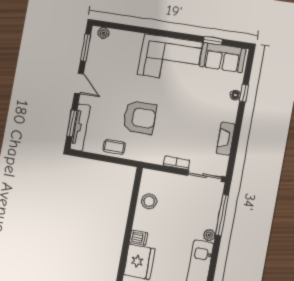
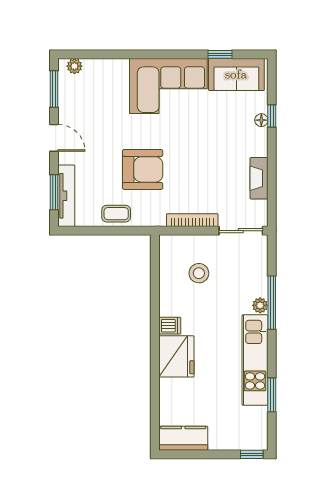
bookcase: (176, 163) -> (192, 220), width x1.56
stool: (149, 201) -> (199, 273), moved
window: (222, 215) -> (272, 303), moved

